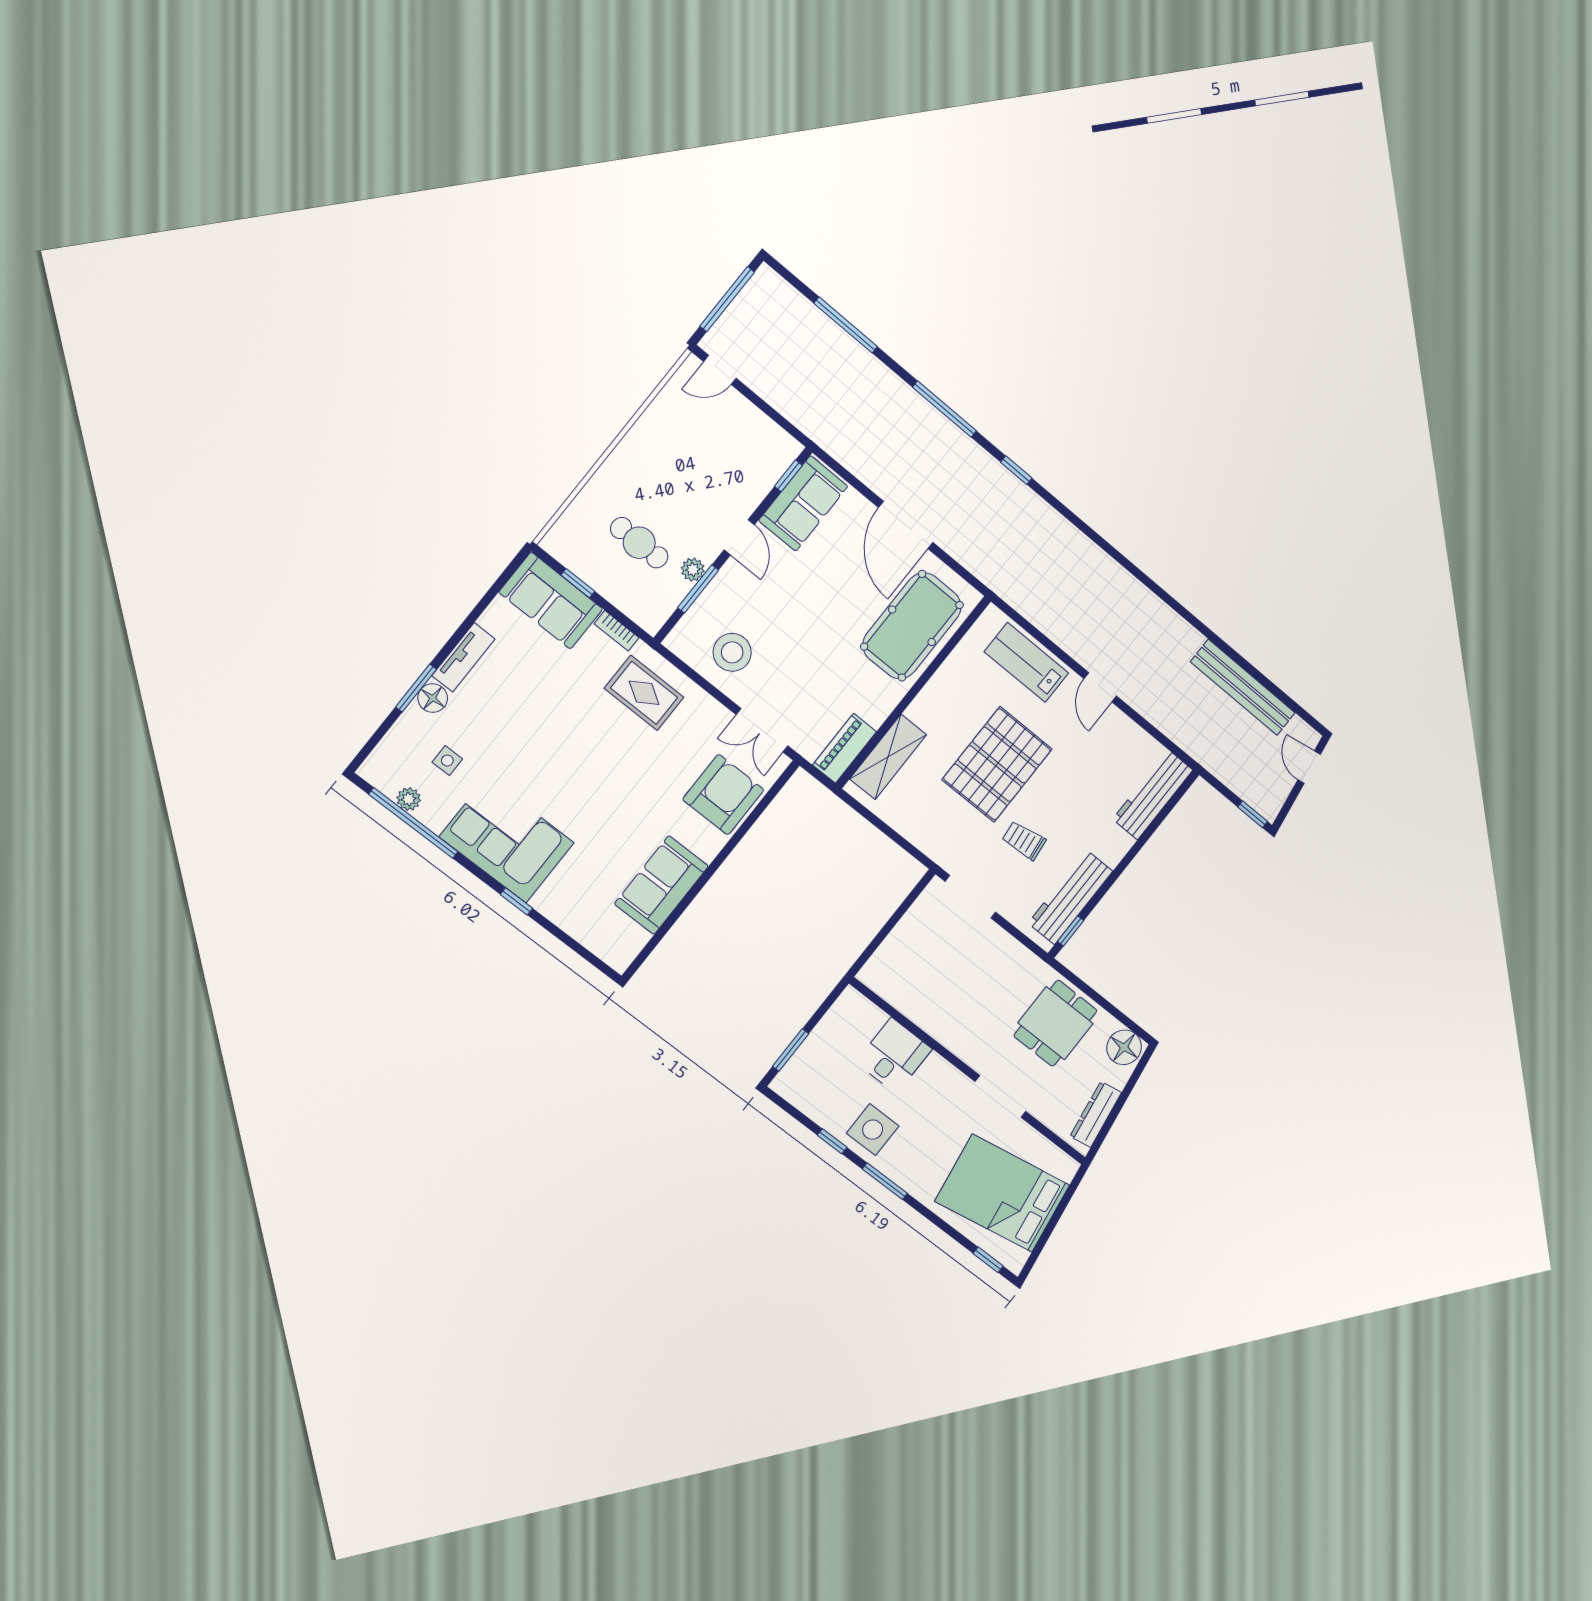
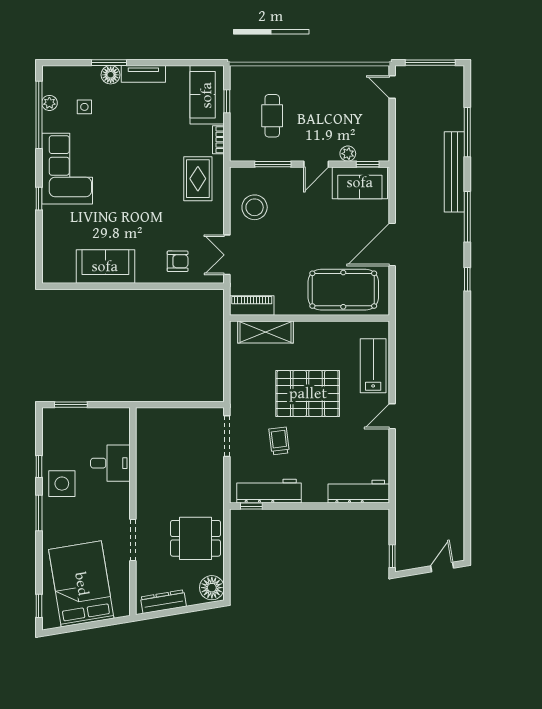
plant: (693, 570) -> (348, 154), moved
bench: (1243, 687) -> (454, 172), moved
armchair: (723, 795) -> (178, 261), width x0.53, depth x0.53

